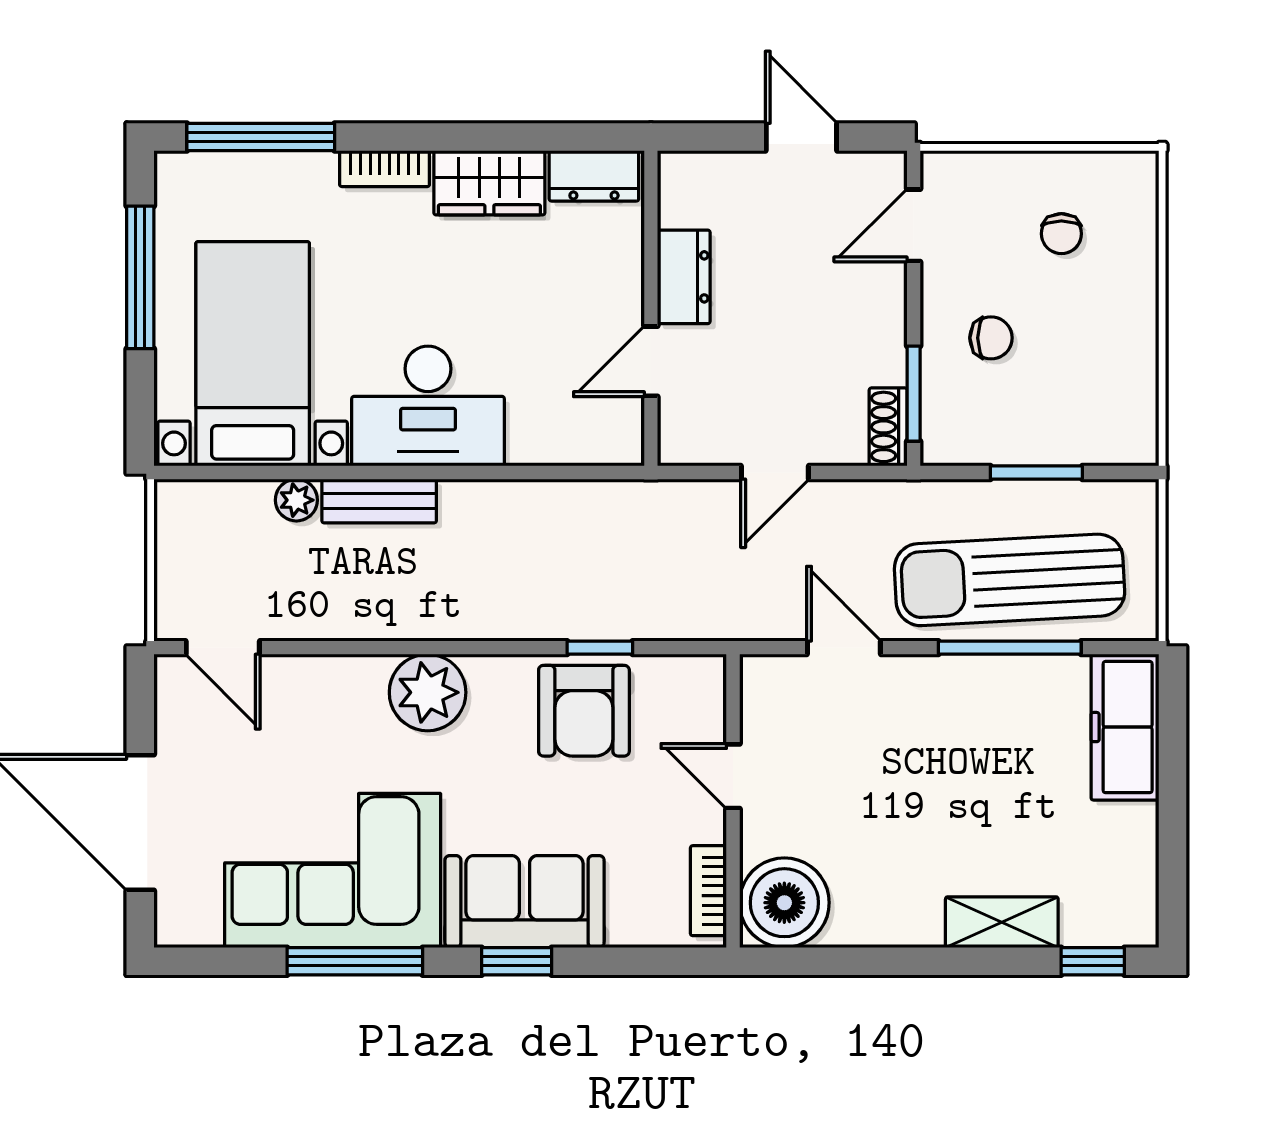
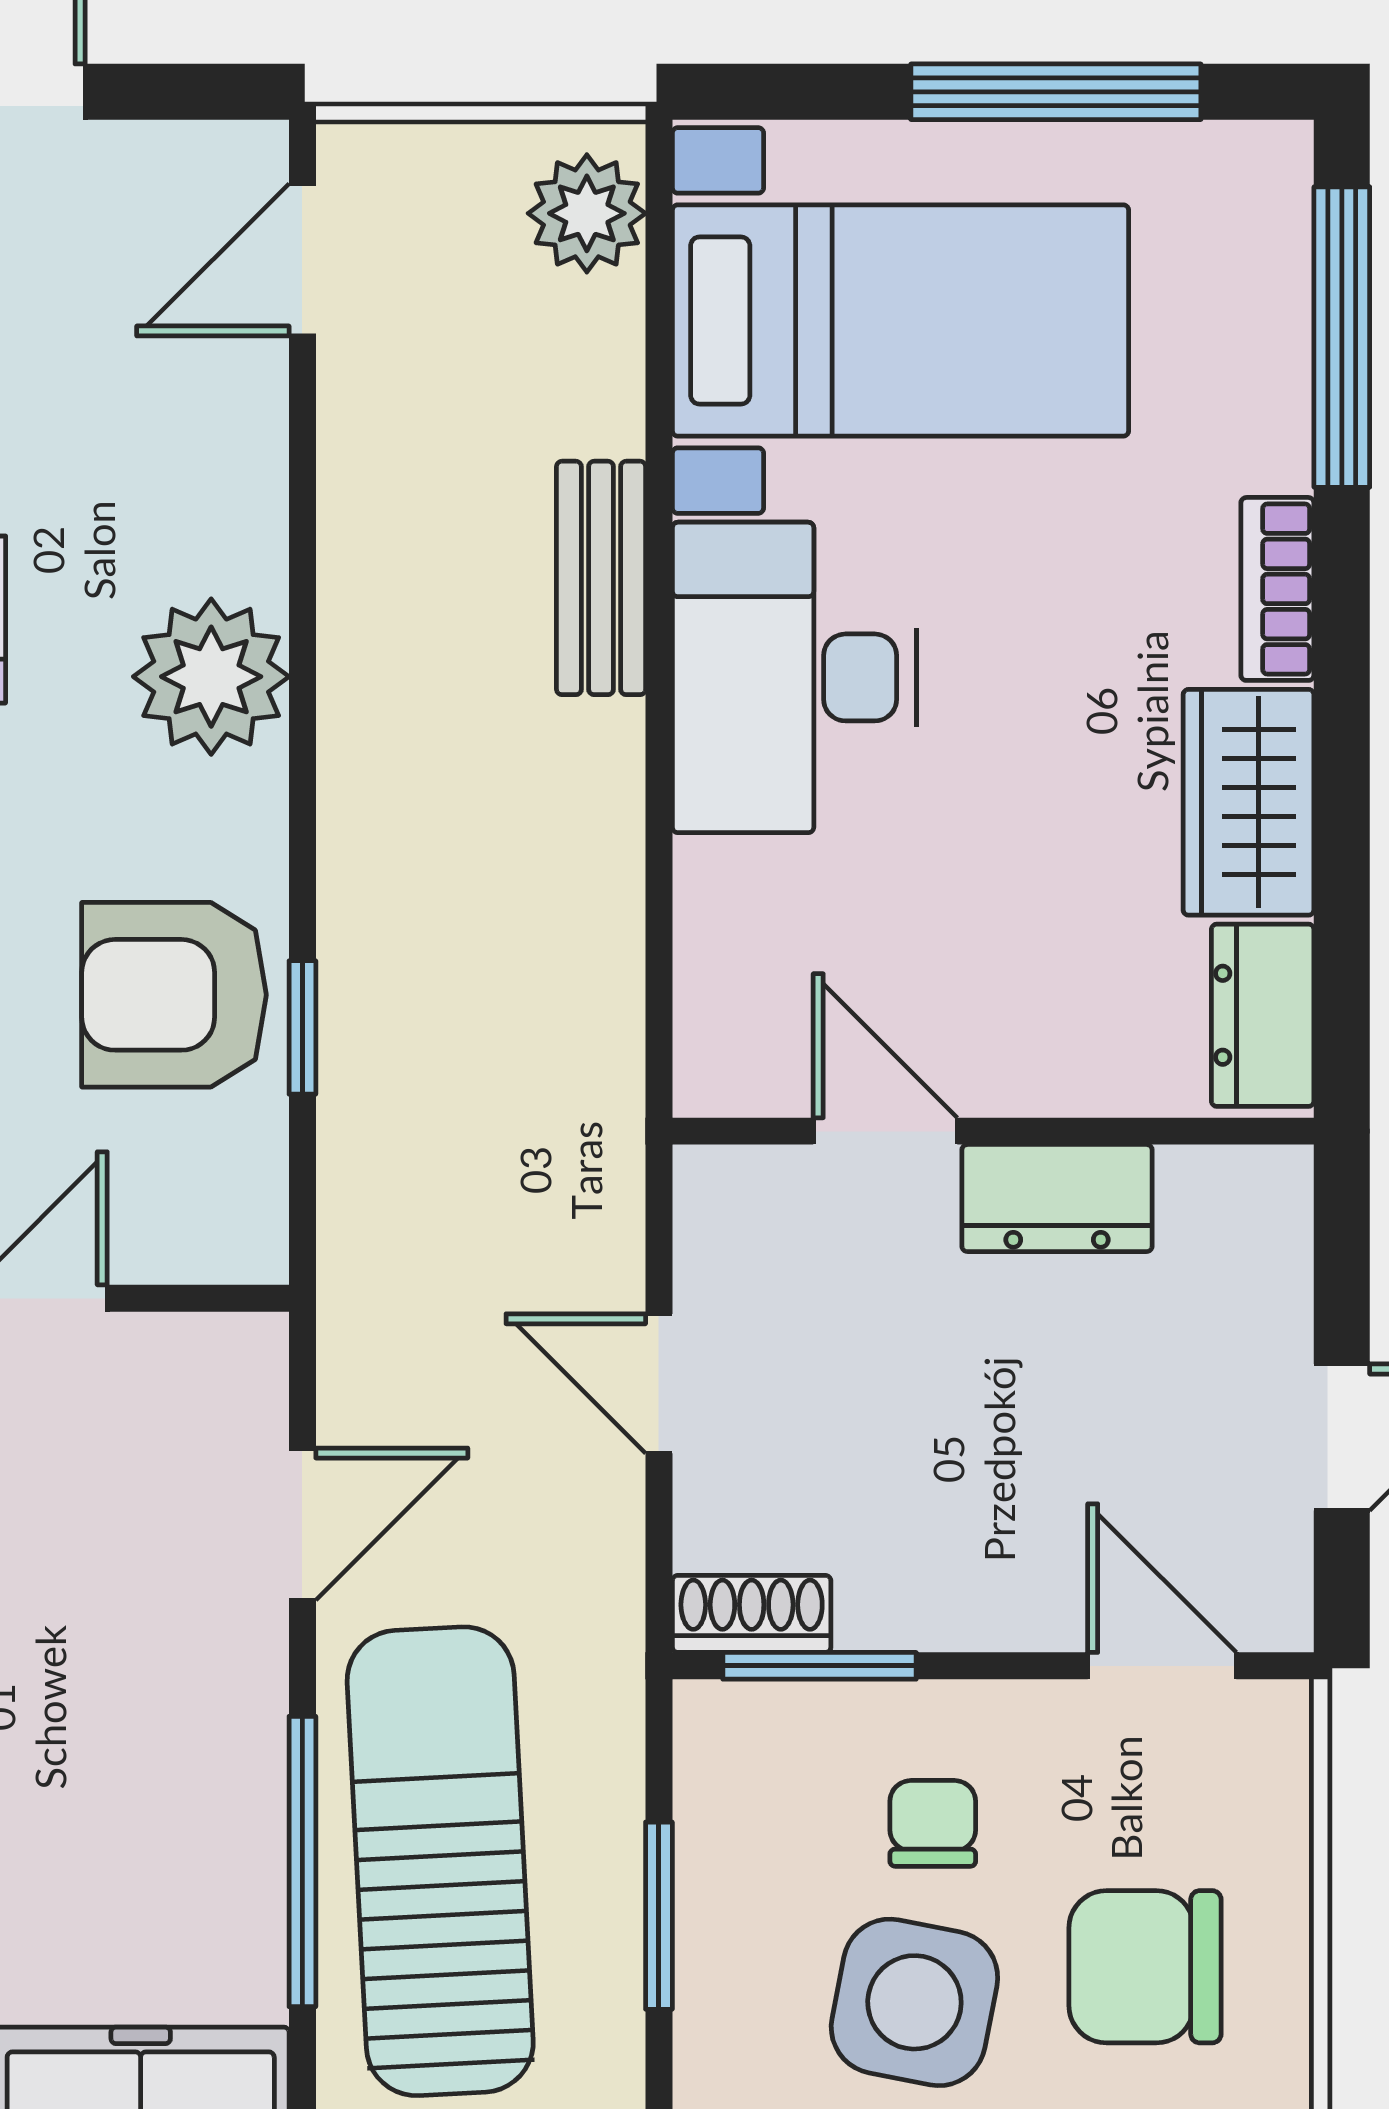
chair: (1061, 234) -> (1145, 1967), width x1.87, depth x1.87
chair: (991, 338) -> (933, 1823), turned 180
side table: (1079, 347) -> (914, 2002), added
plant: (296, 500) -> (587, 213), moved, width x1.38, depth x1.38

